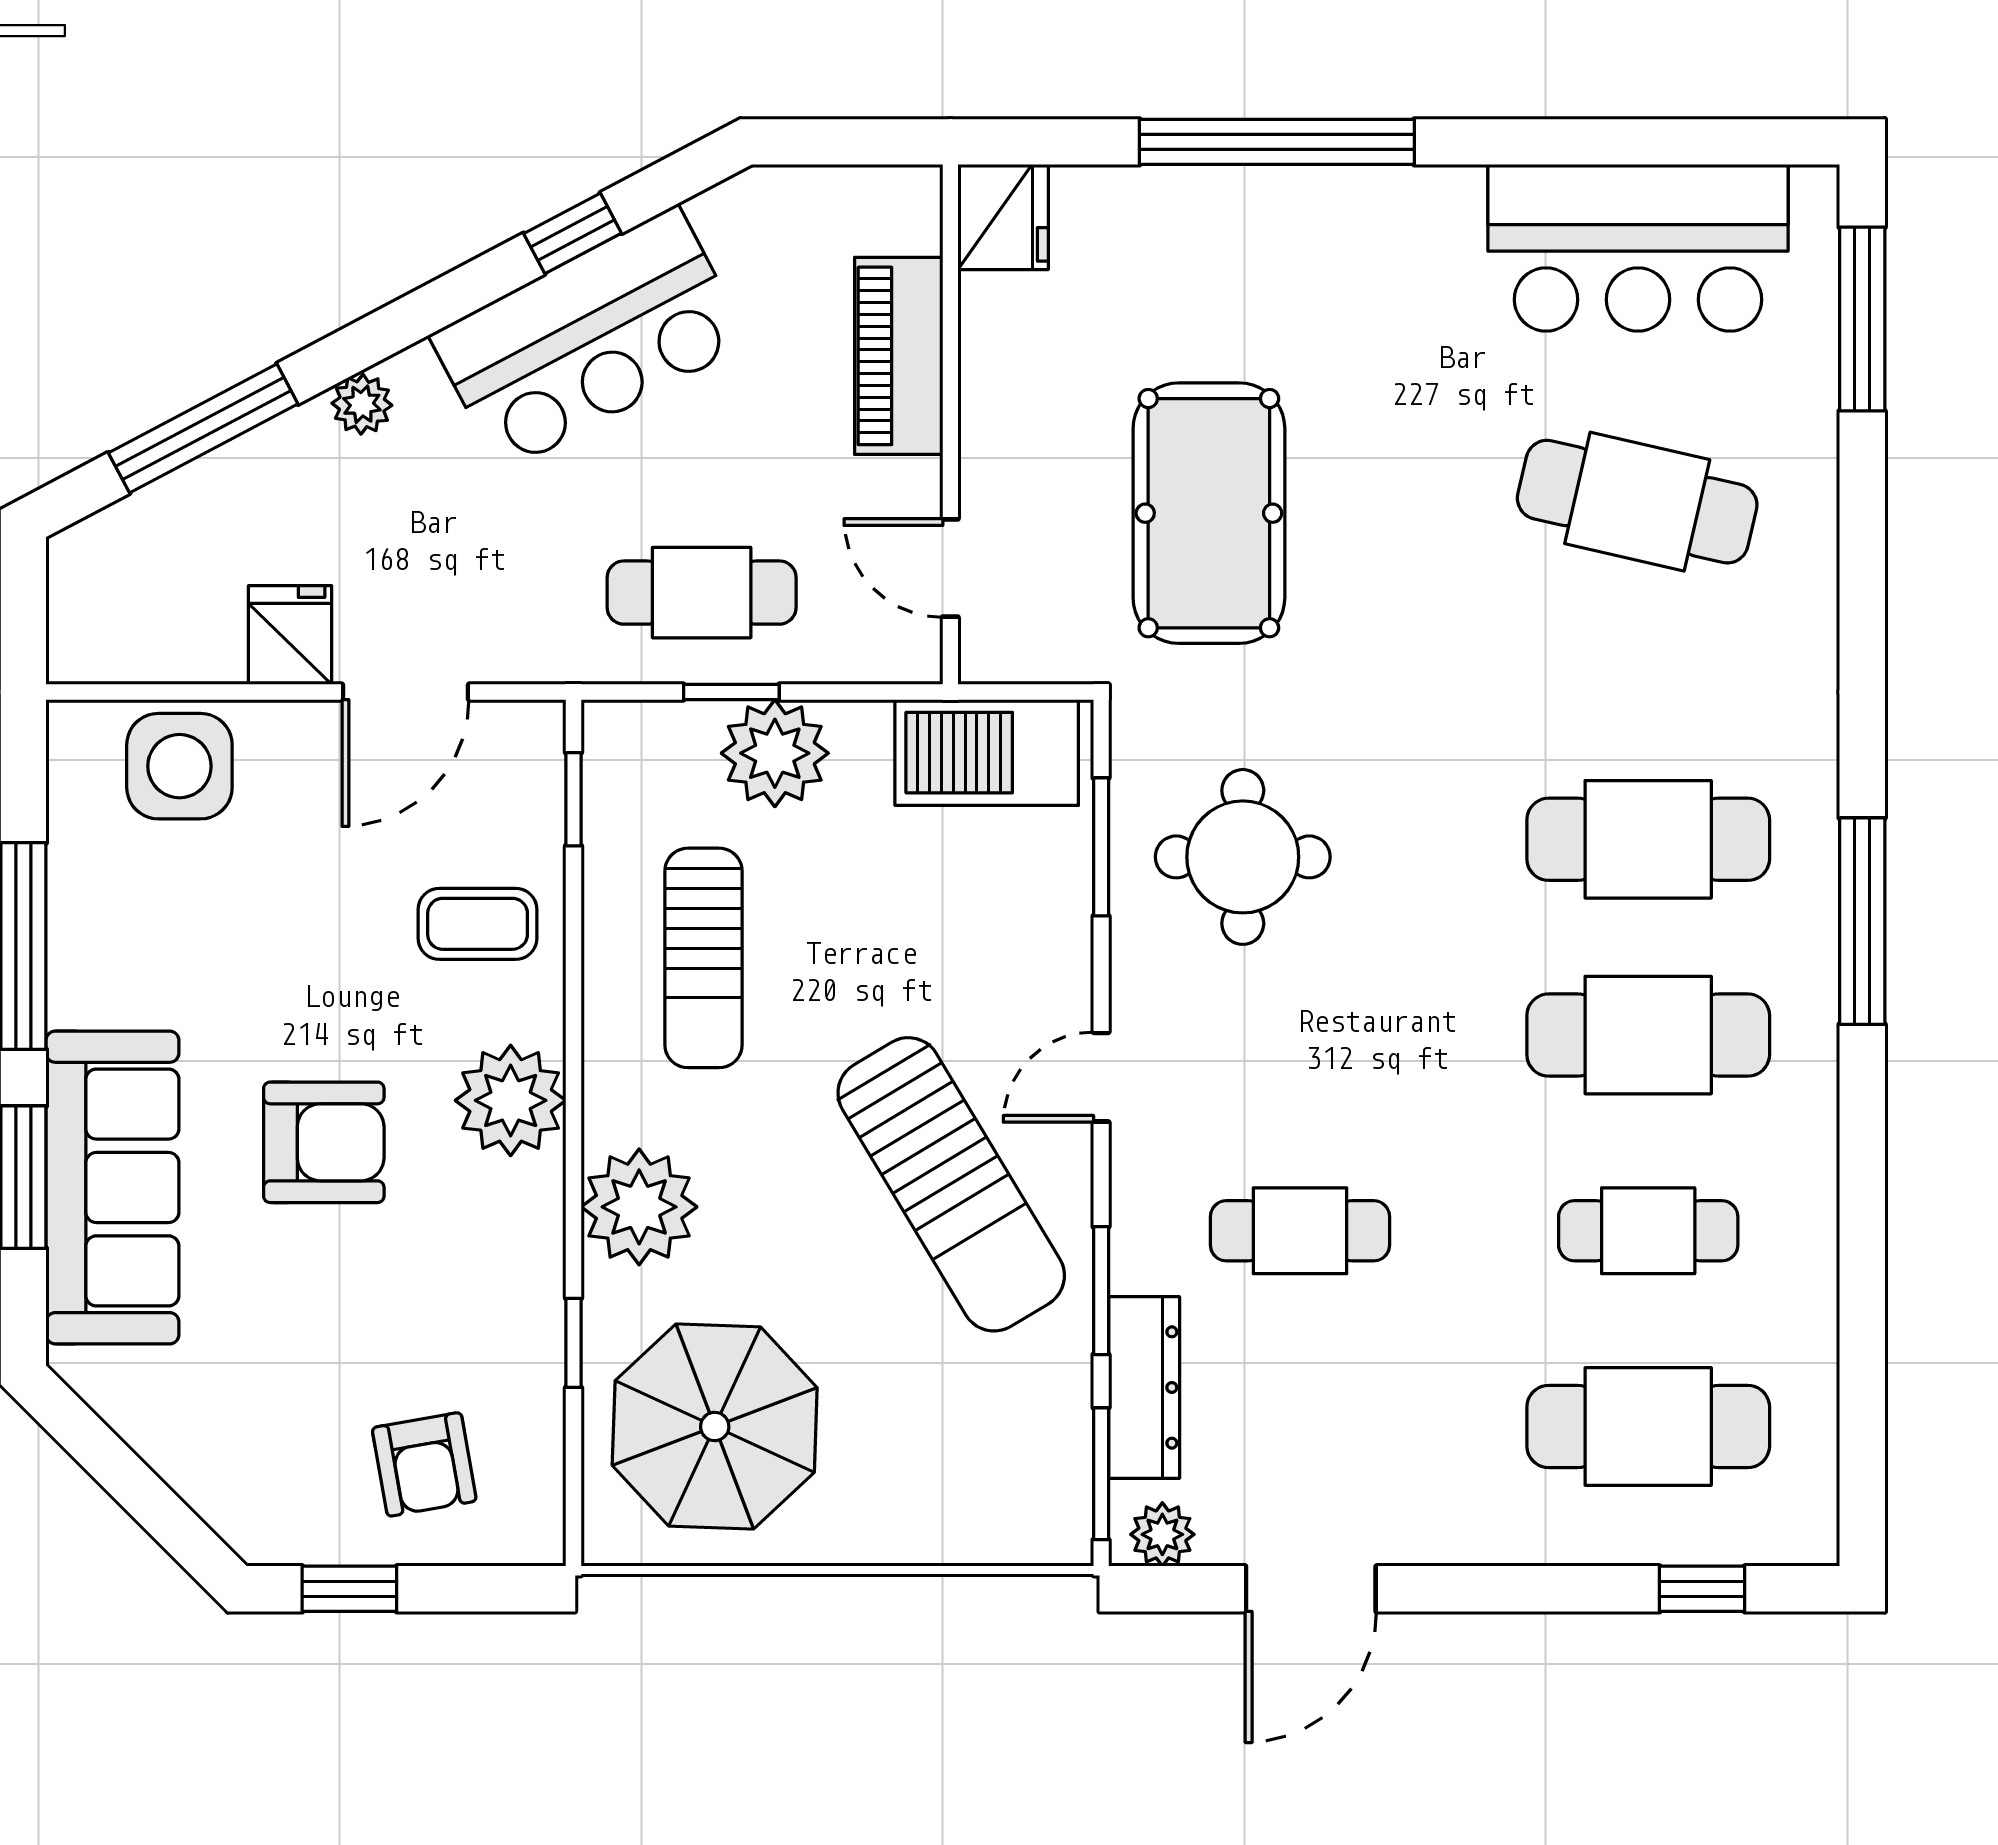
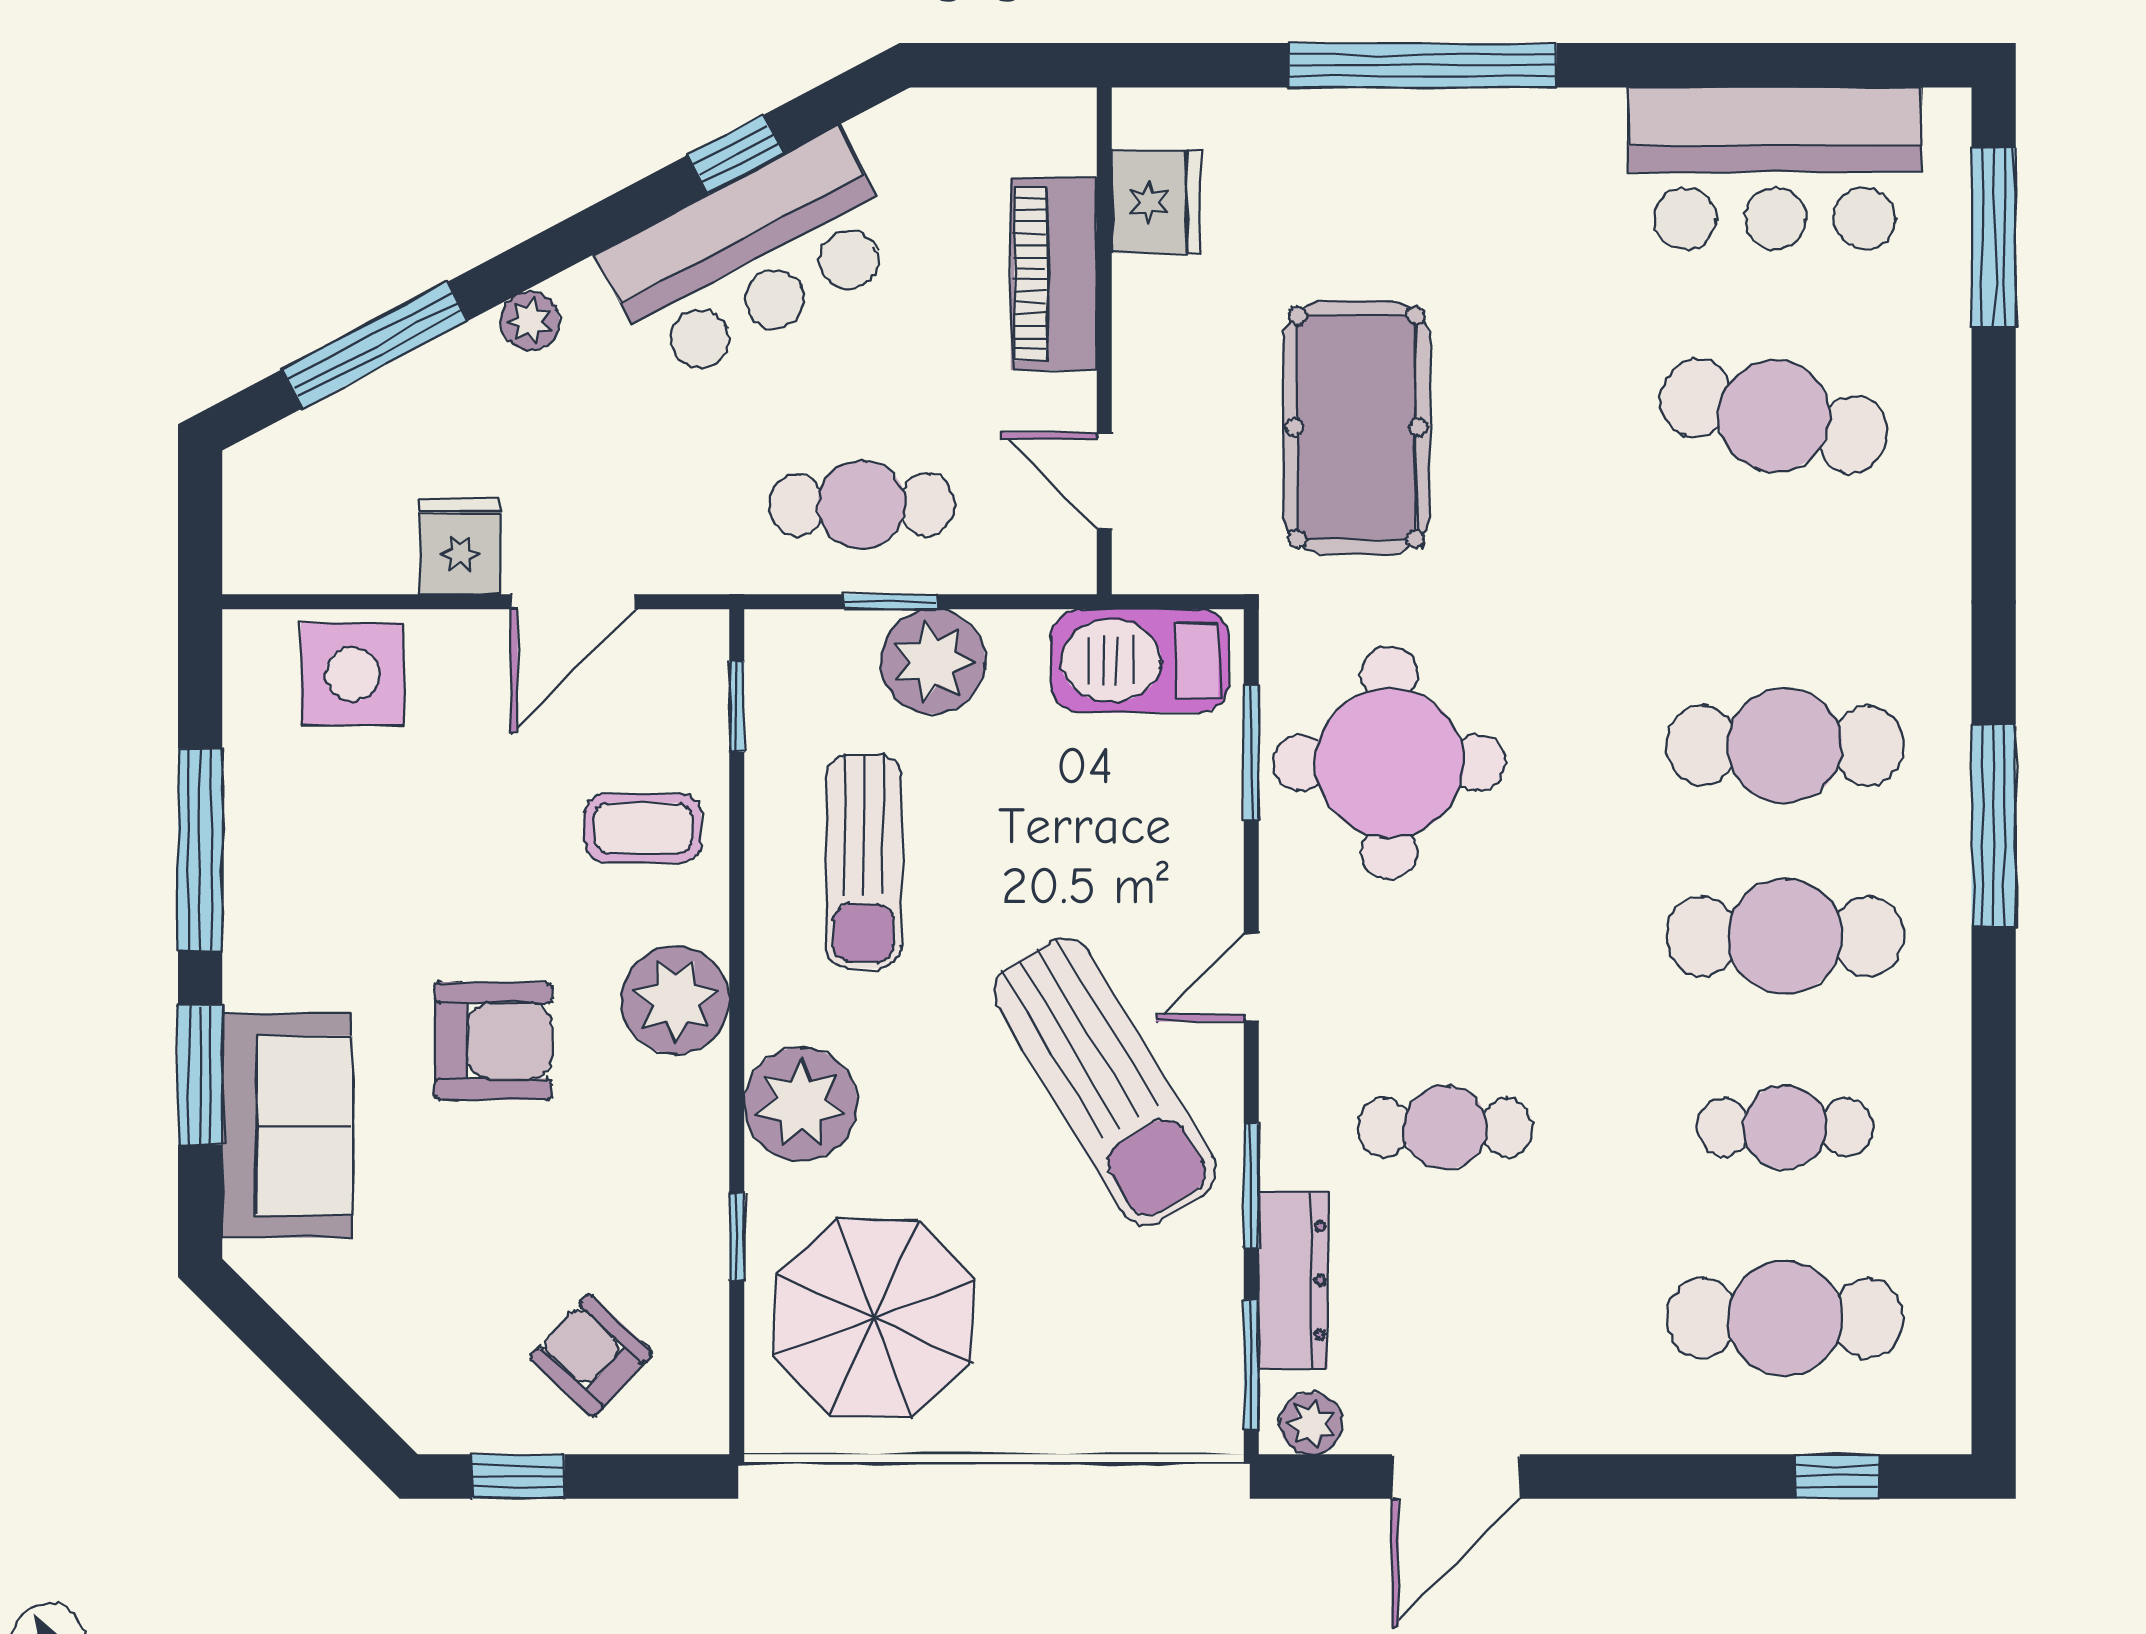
fridge: (1003, 217) -> (1156, 202), moved
round table: (1243, 857) -> (1389, 763), width x1.36, depth x1.36
sofa: (112, 1187) -> (287, 1125), width x0.73
armchair: (424, 1464) -> (591, 1355), turned 143

